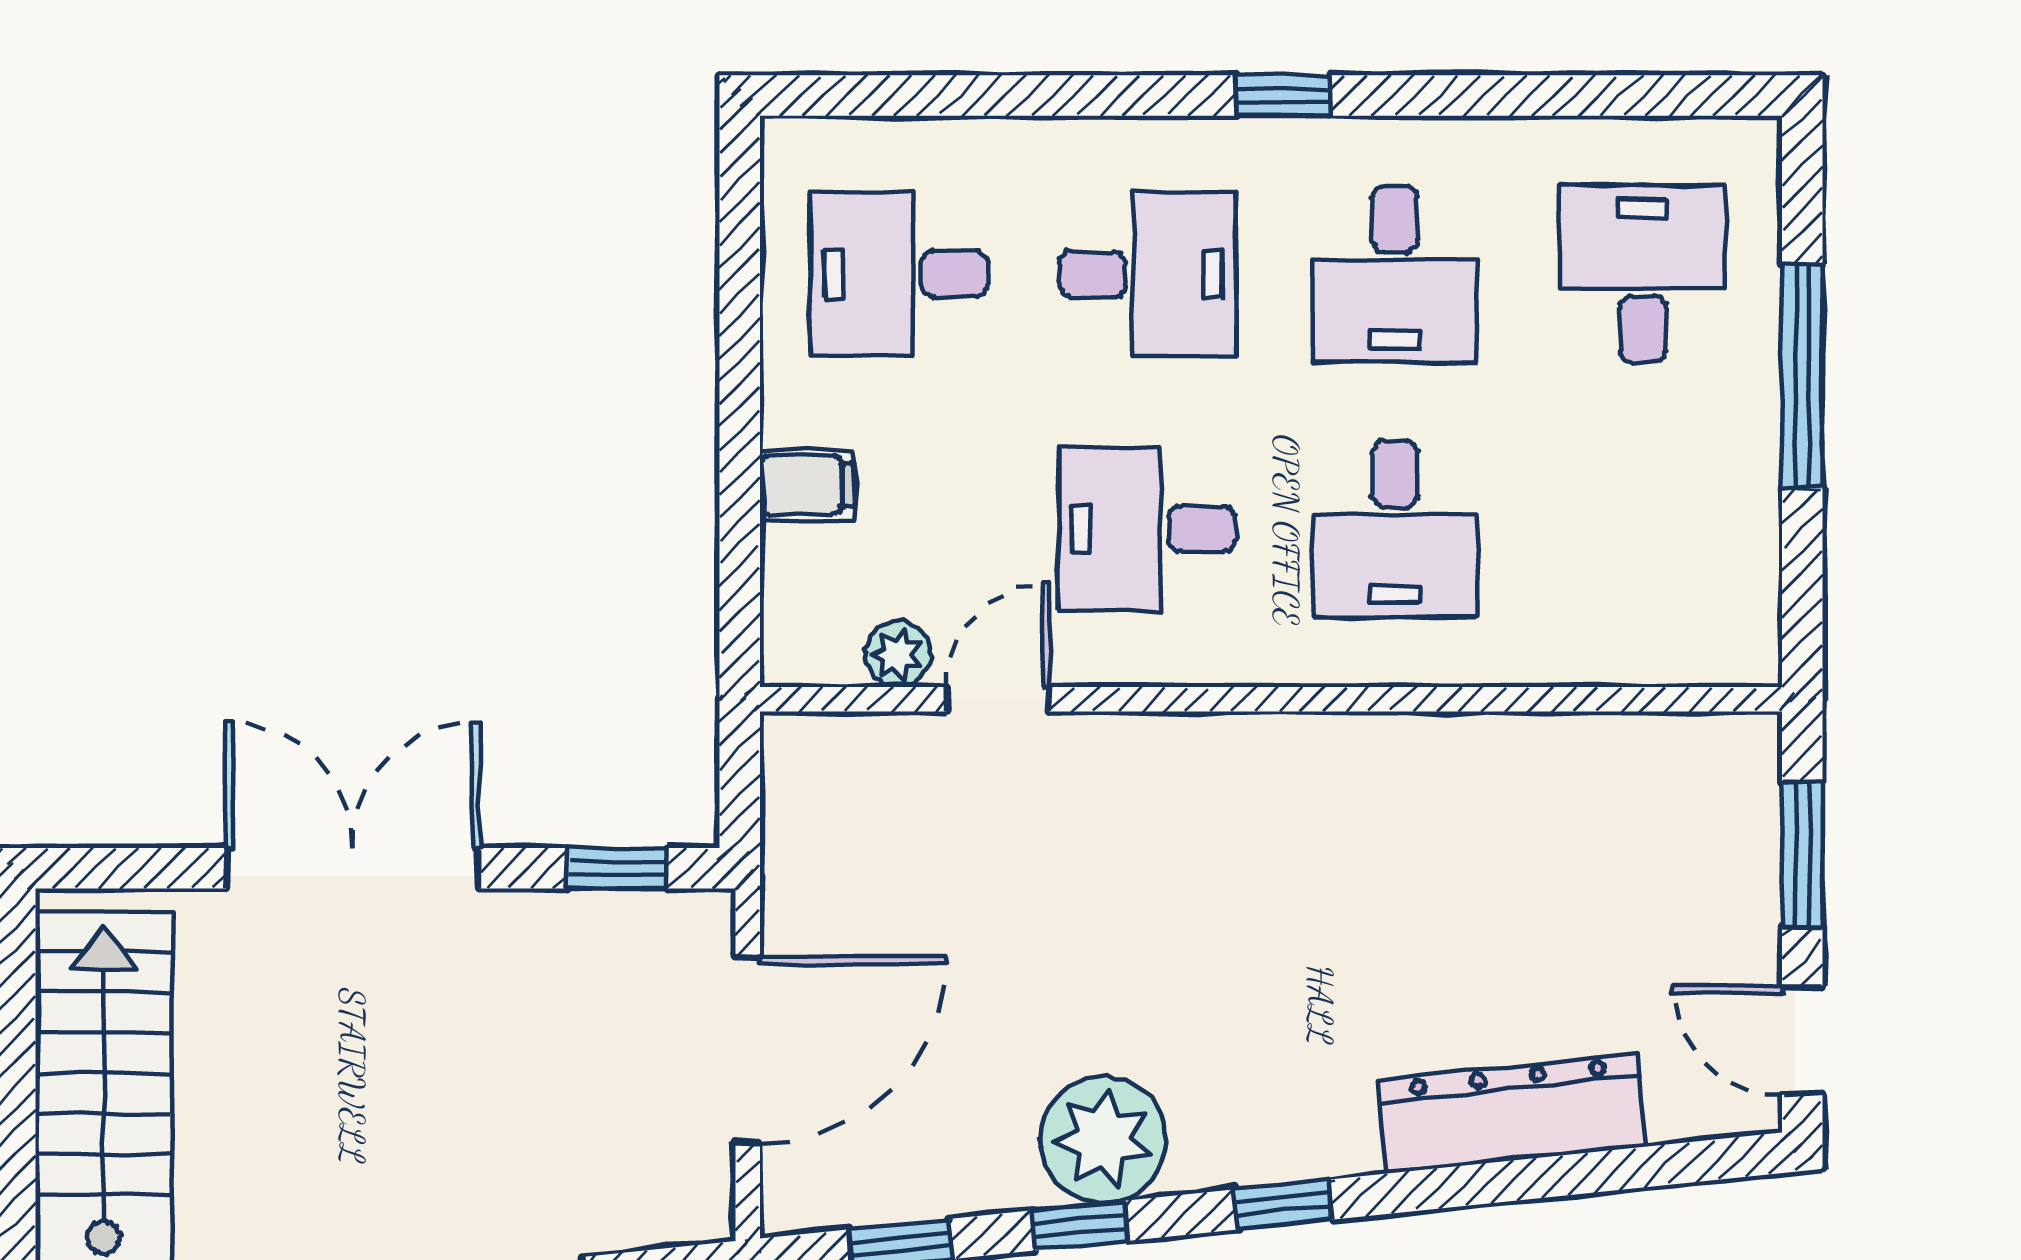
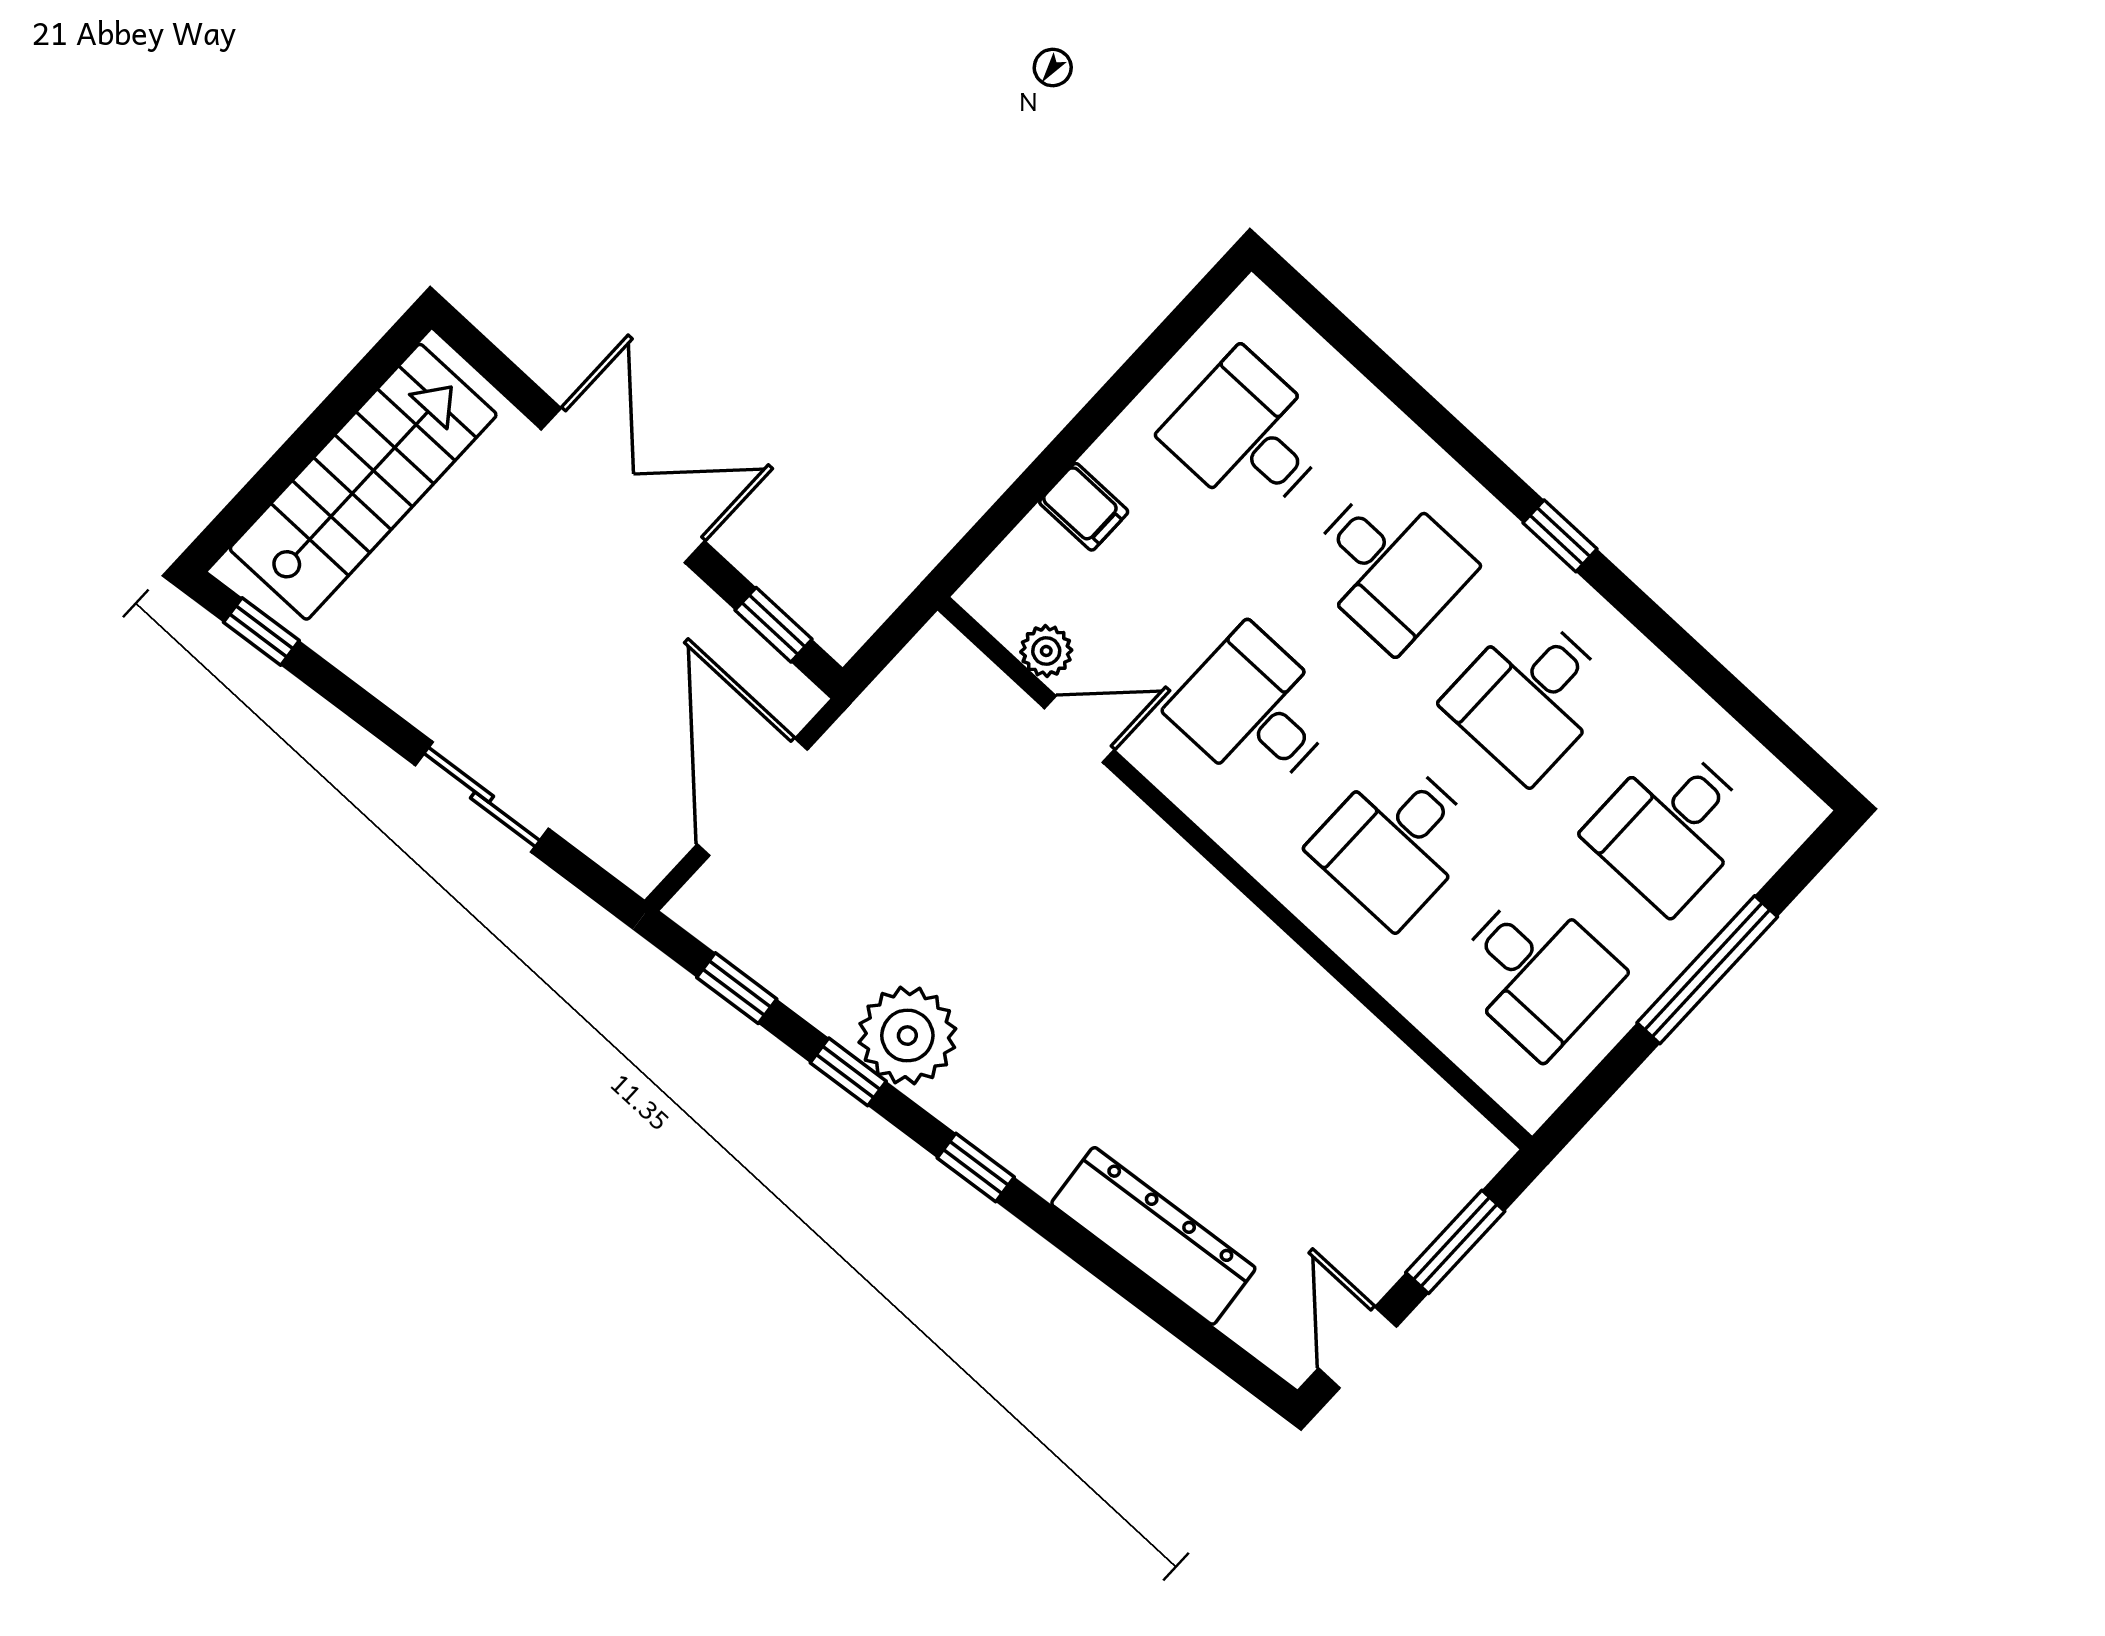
desk: (1643, 274) -> (1671, 827), turned 180
desk: (1643, 529) -> (1536, 972), added
door: (748, 1050) -> (752, 797), swing flipped

